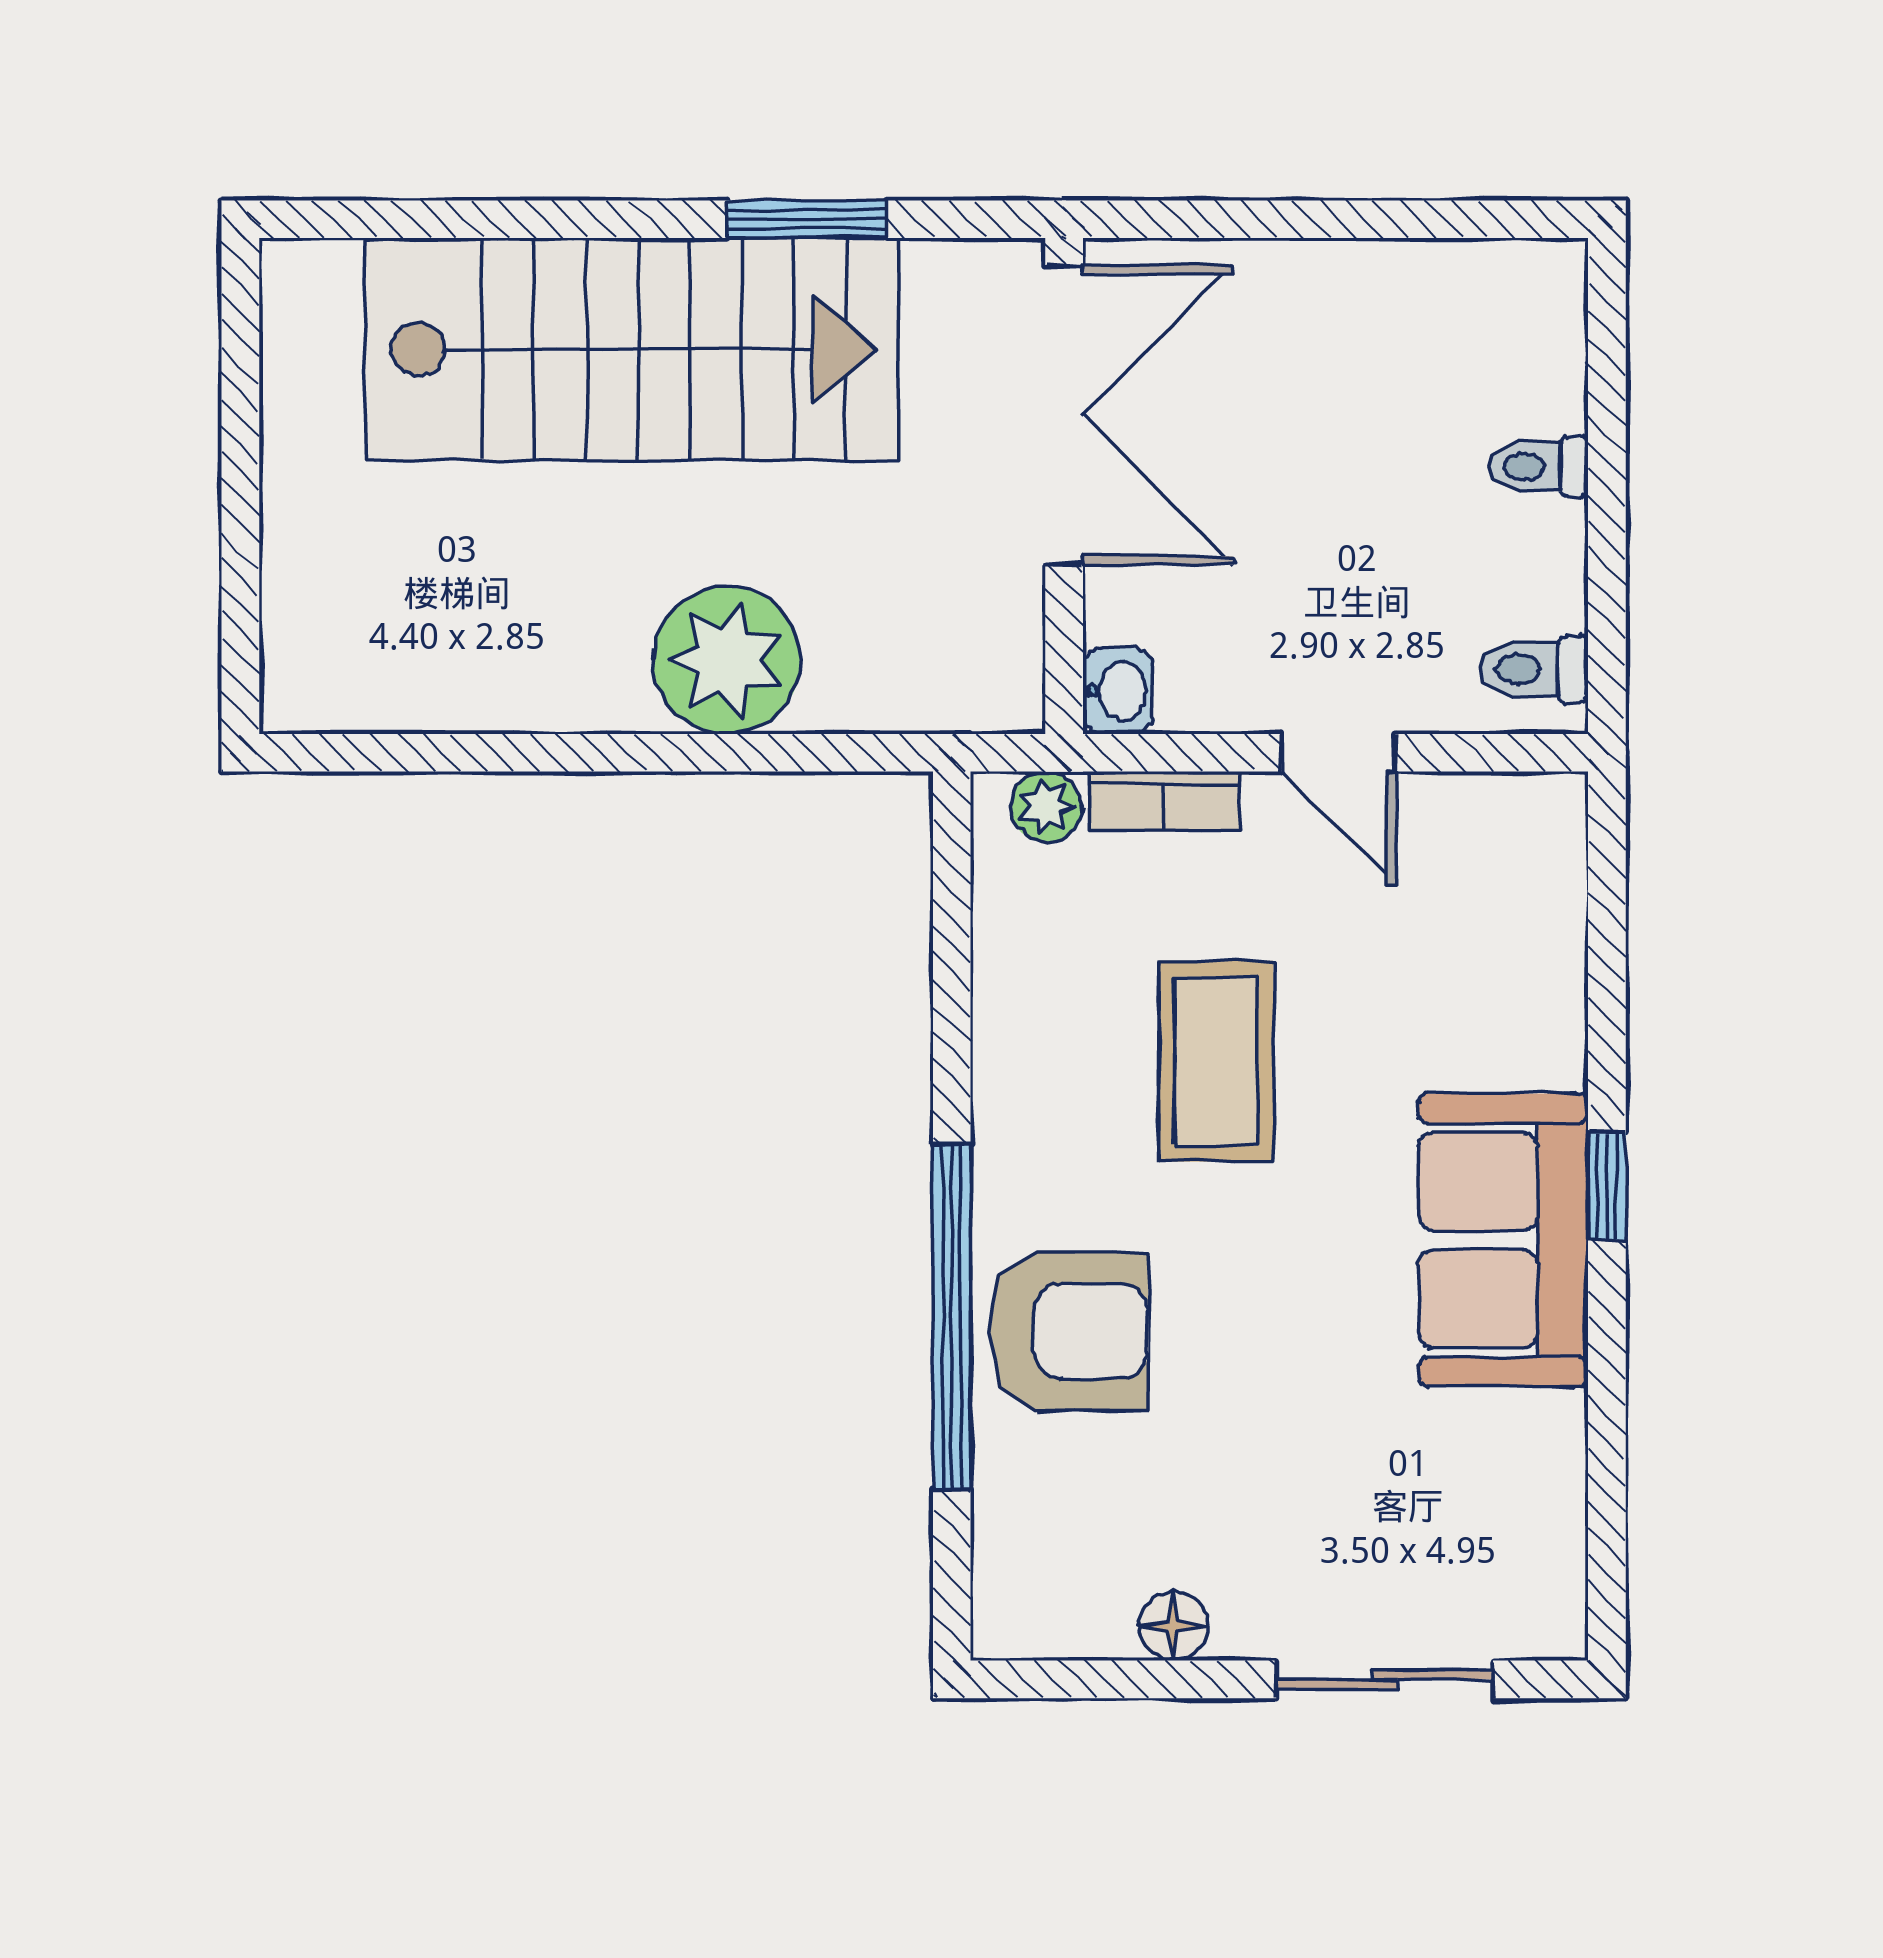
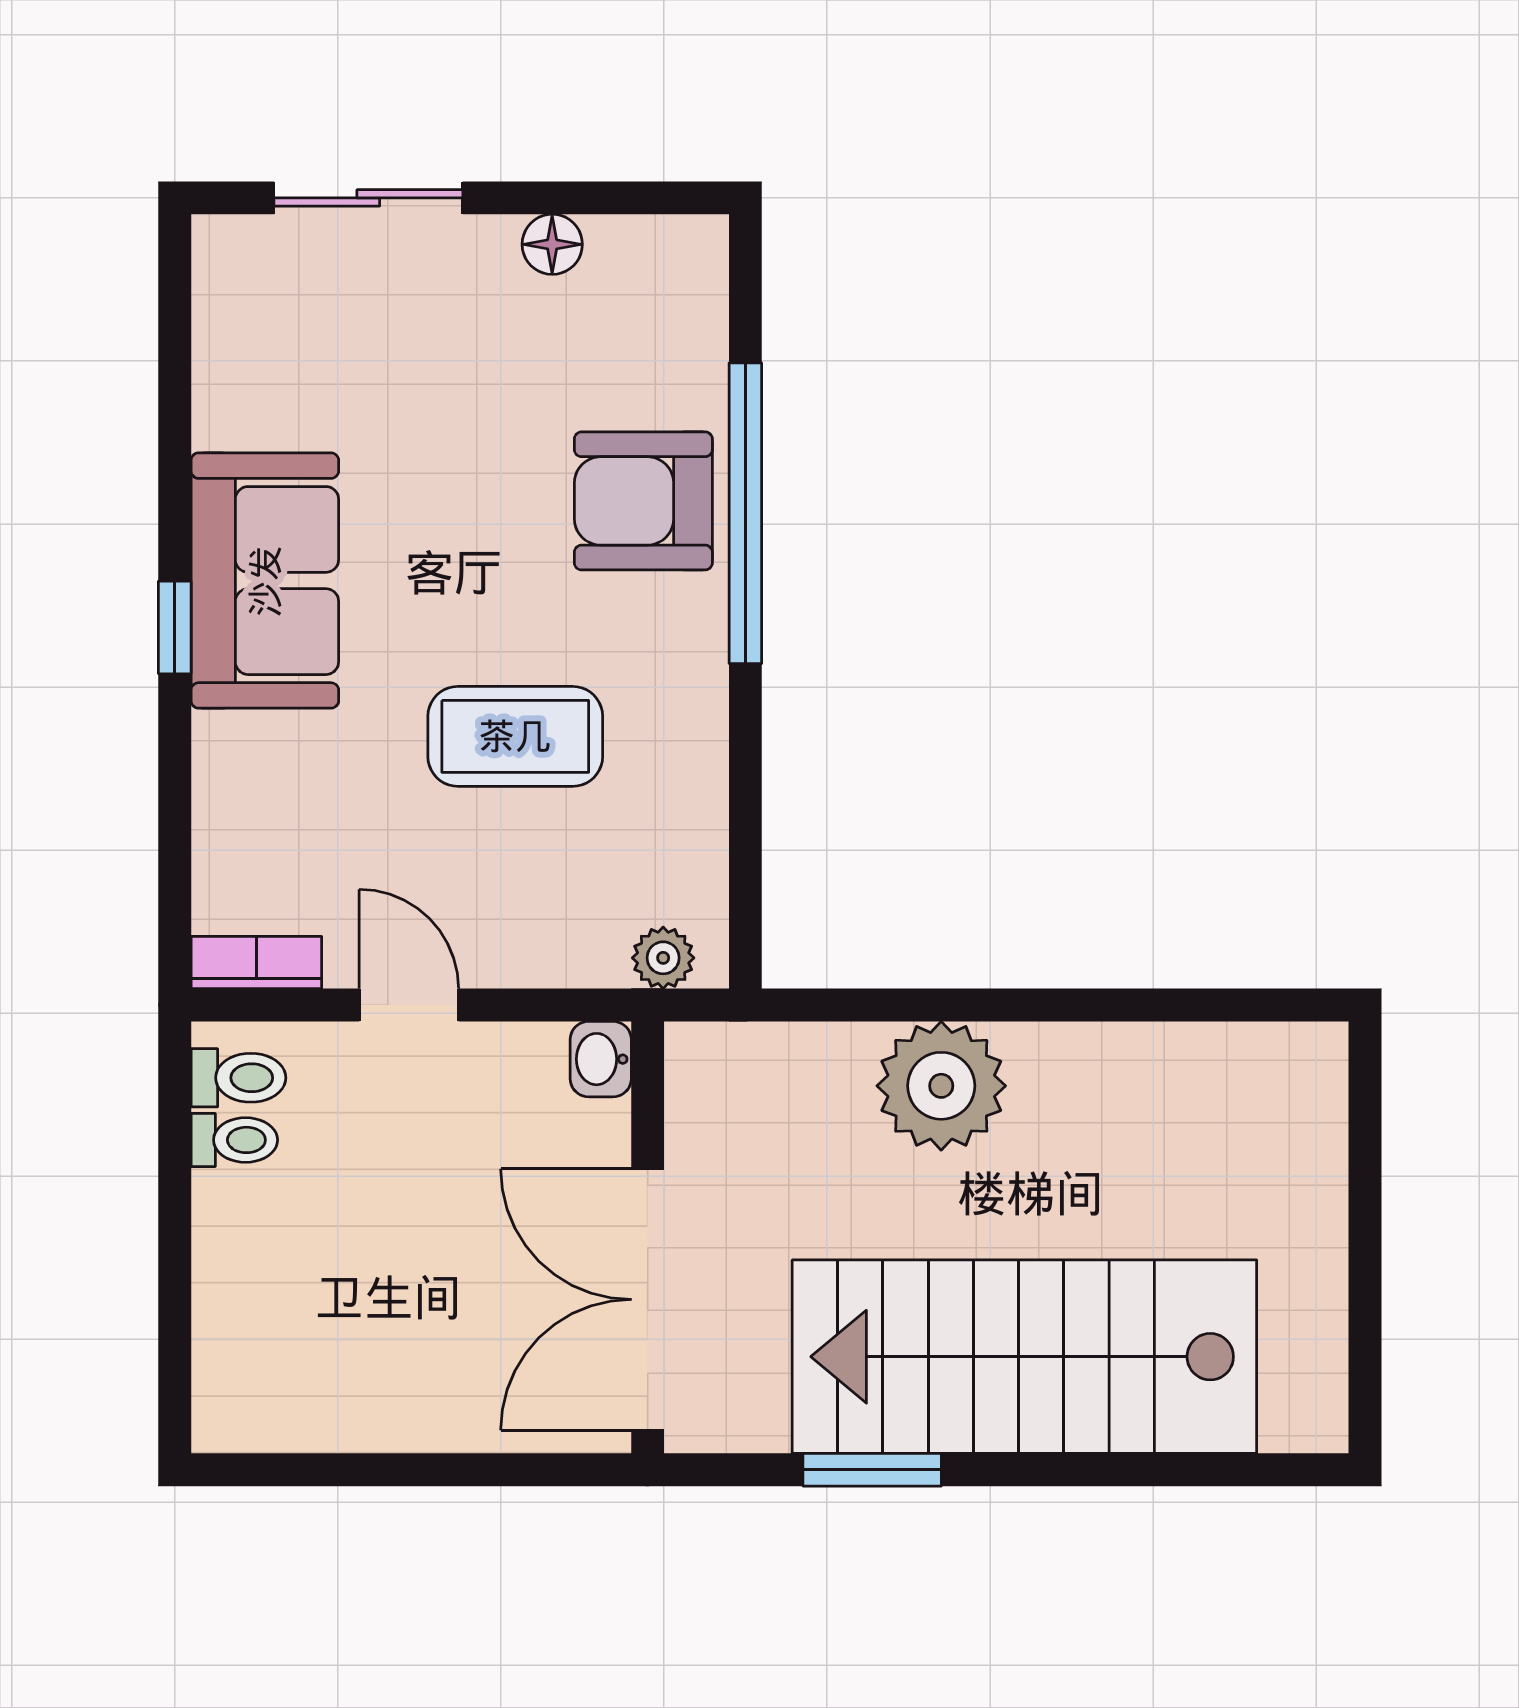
toilet: (1539, 467) -> (234, 1140), moved
bookcase: (1164, 801) -> (256, 963), moved
coffee table: (1216, 1061) -> (515, 736), turned 90

